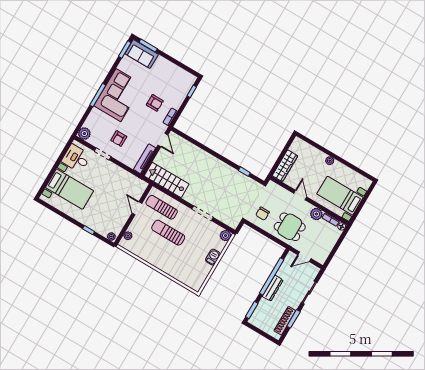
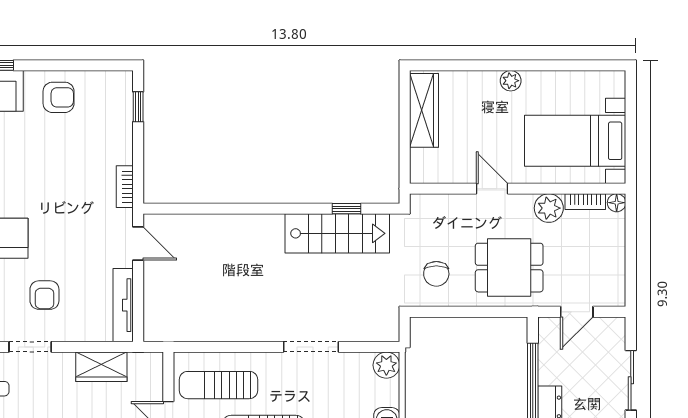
armchair: (155, 103) -> (59, 97), moved
wardrobe: (285, 166) -> (424, 110), moved
wardrobe: (124, 176) -> (101, 367), added
stairs: (167, 180) -> (337, 233), moved, turned 180

